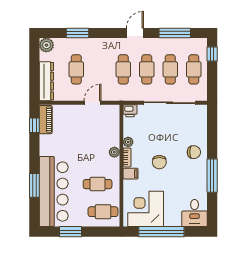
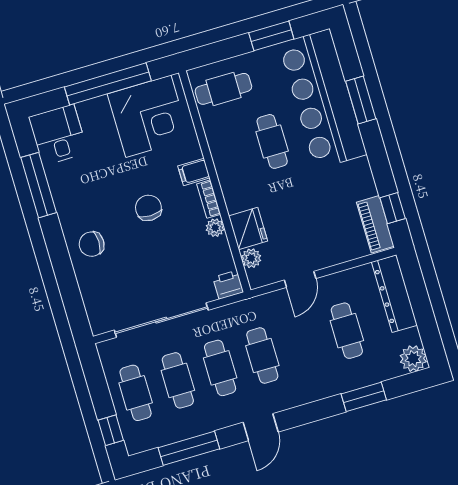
fridge: (111, 137) -> (248, 229), added
plant: (114, 152) -> (251, 258), moved
window: (212, 176) -> (39, 185), moved
cafe table: (98, 184) -> (272, 141), moved, turned 90

